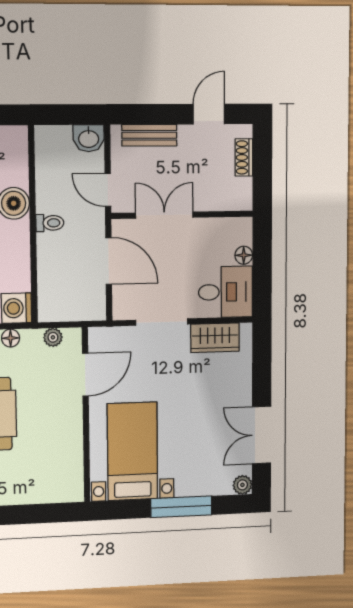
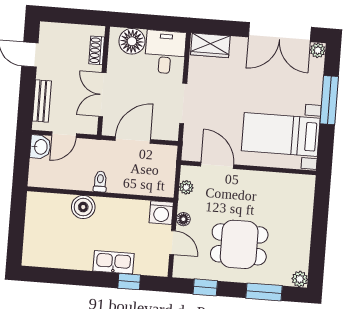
shoe rack: (244, 157) -> (97, 50), moved, turned 90
door: (108, 190) -> (64, 135), moved
floor lamp: (244, 255) -> (132, 41), width x1.89, depth x1.89
wardrobe: (215, 338) -> (210, 45), moved, turned 90
double door: (262, 435) -> (280, 32), width x1.37

